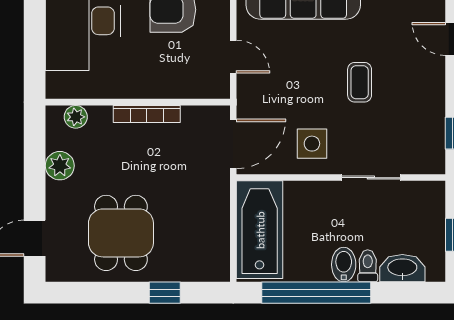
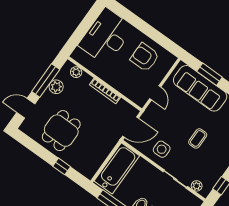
plant: (415, 163) -> (197, 186), added
window: (35, 168) -> (46, 81), added

